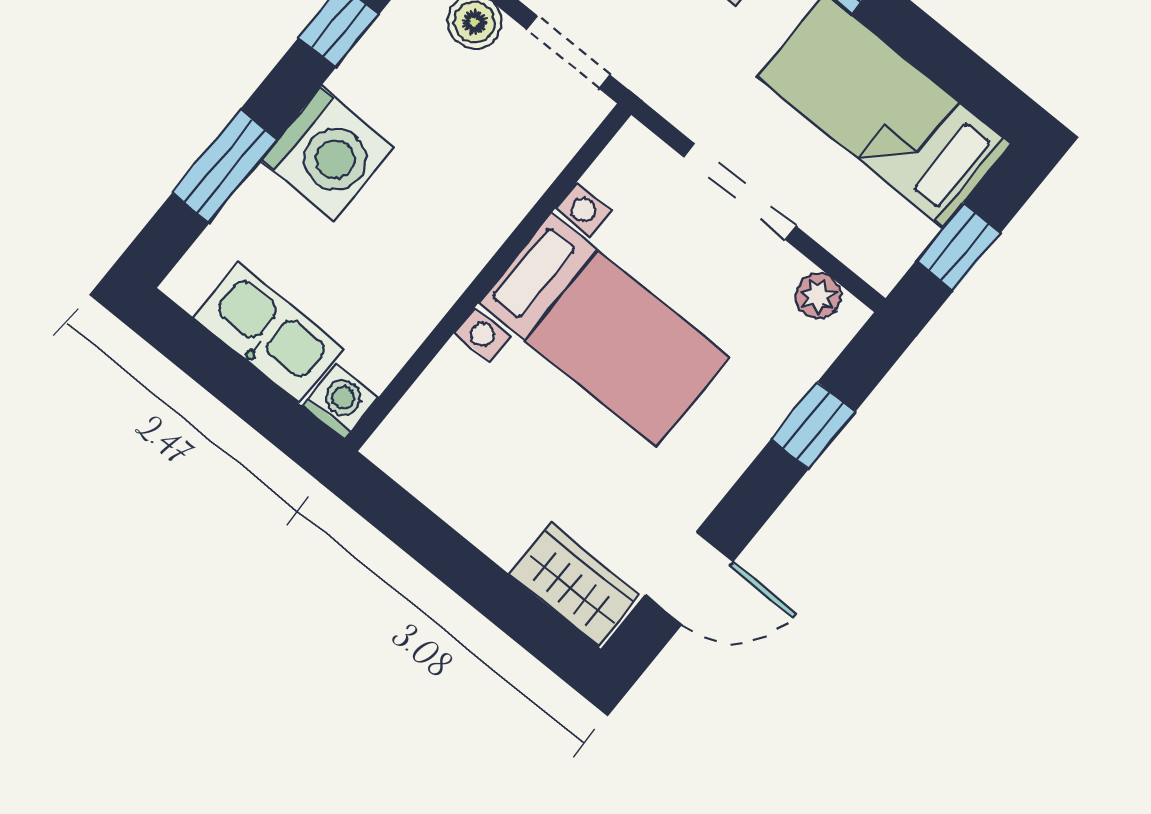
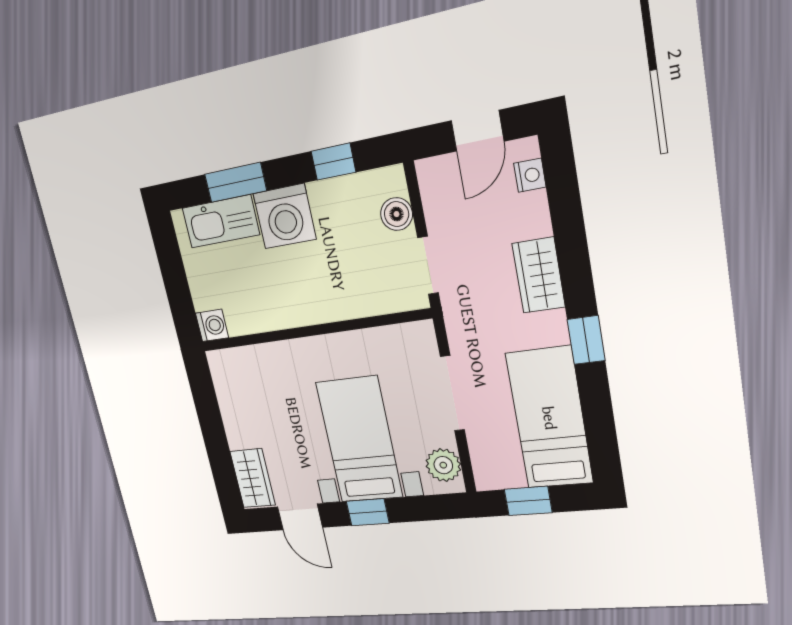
plant: (818, 296) -> (443, 465), width x1.38, depth x1.38
bed with nightstands: (604, 330) -> (359, 440), moved, turned 180
kitchen sink: (268, 333) -> (221, 221), moved, turned 90
window: (813, 426) -> (368, 512), moved

